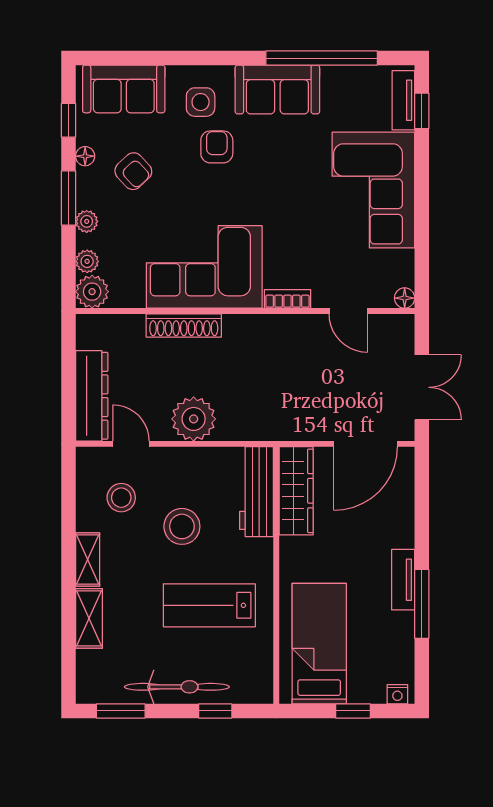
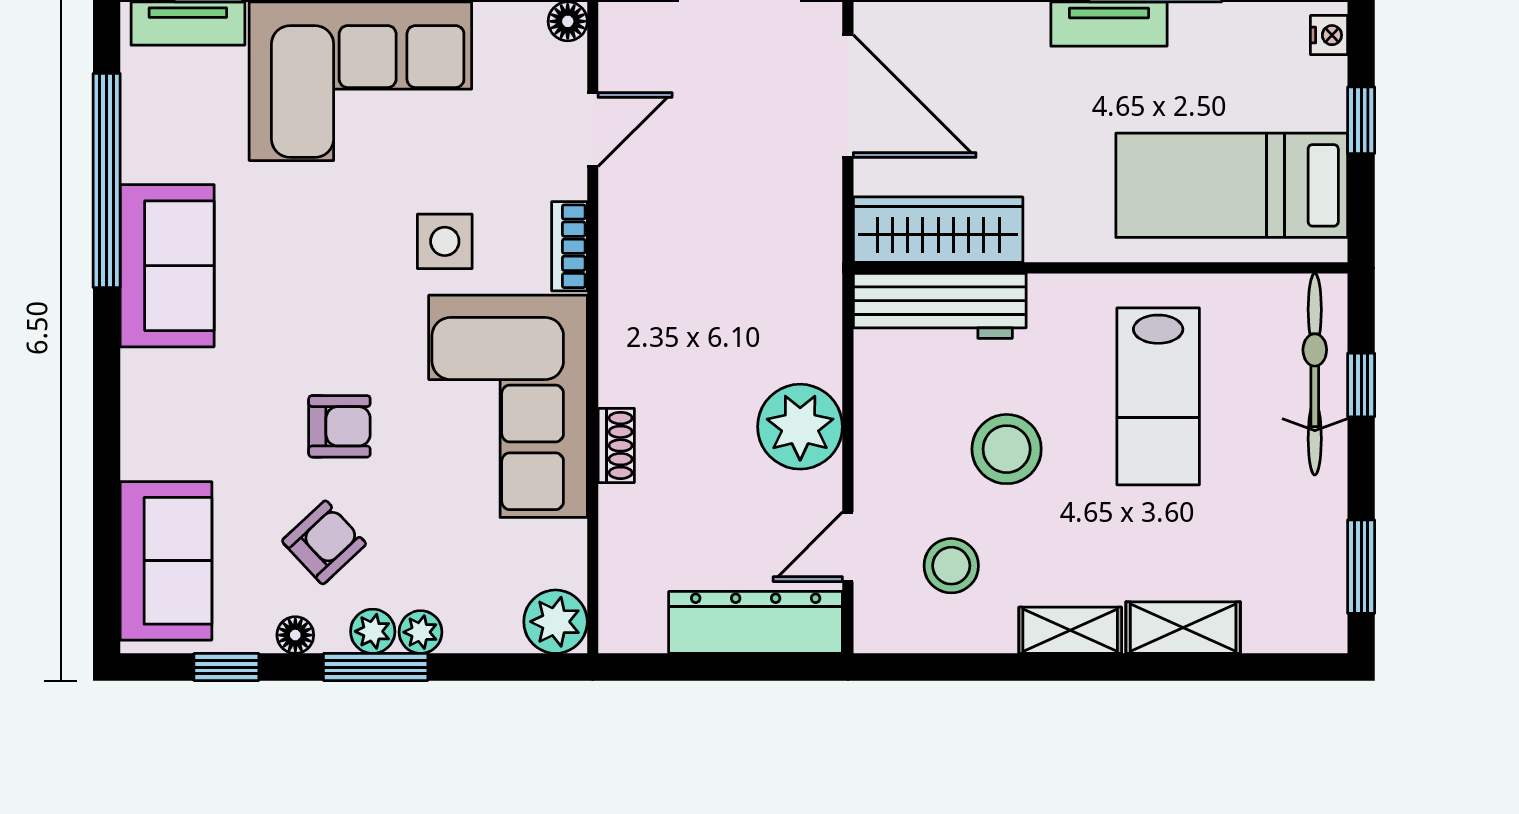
side table: (201, 102) -> (445, 241), moved
armchair: (217, 147) -> (339, 426), moved, turned 180
plant: (87, 261) -> (373, 631), moved
shoe rack: (184, 325) -> (616, 445), width x0.51, depth x0.81
bicycle: (177, 687) -> (1315, 374), moved

